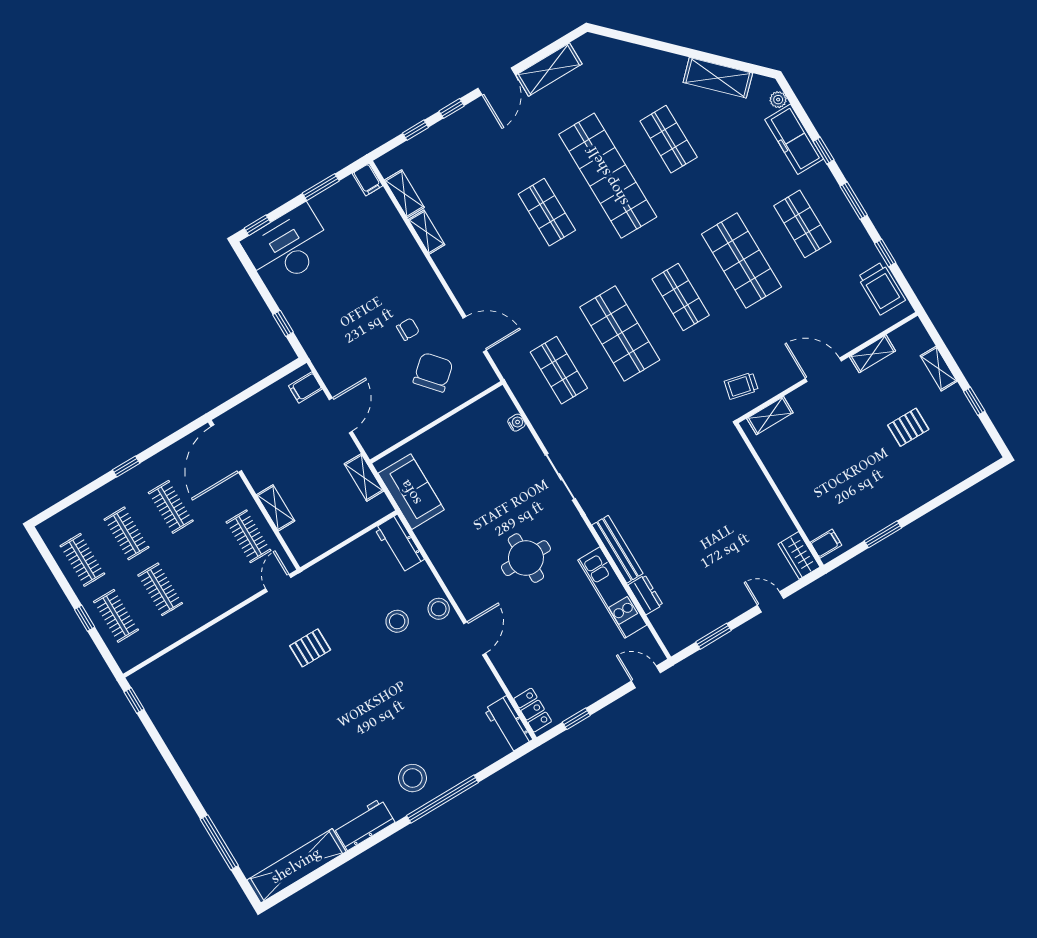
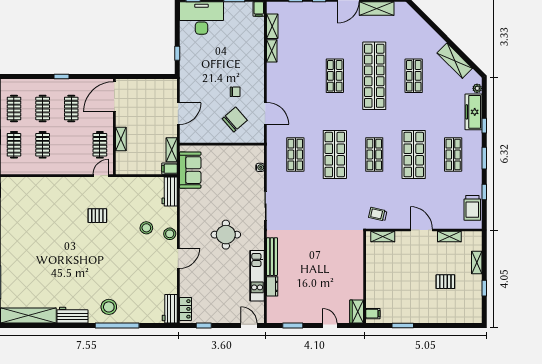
filing cabinet: (305, 387) -> (170, 169), moved

